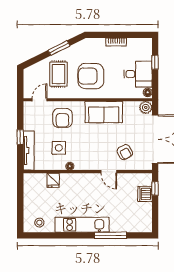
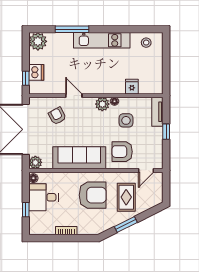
sofa: (104, 112) -> (79, 158), width x1.36
armchair: (62, 118) -> (122, 152), turned -90
tv unit: (29, 151) -> (157, 112), width x0.71
plant: (81, 164) -> (102, 104), added
plant: (143, 224) -> (38, 41), added

